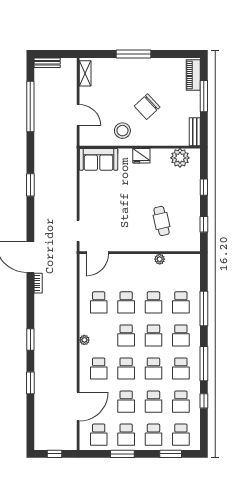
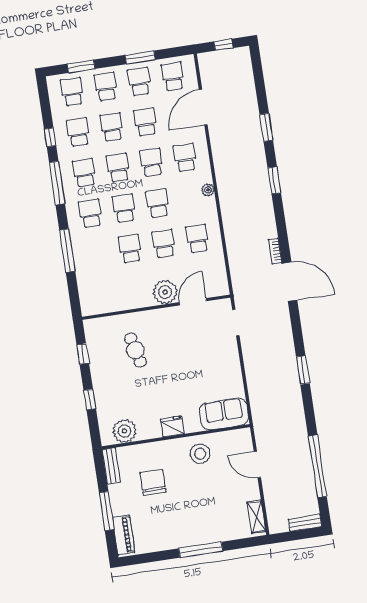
chair: (147, 107) -> (153, 482), moved, turned -47
door: (97, 253) -> (193, 302), moved
plant: (160, 259) -> (165, 292), moved, width x1.87, depth x1.87
school desk: (181, 302) -> (97, 254), removed

